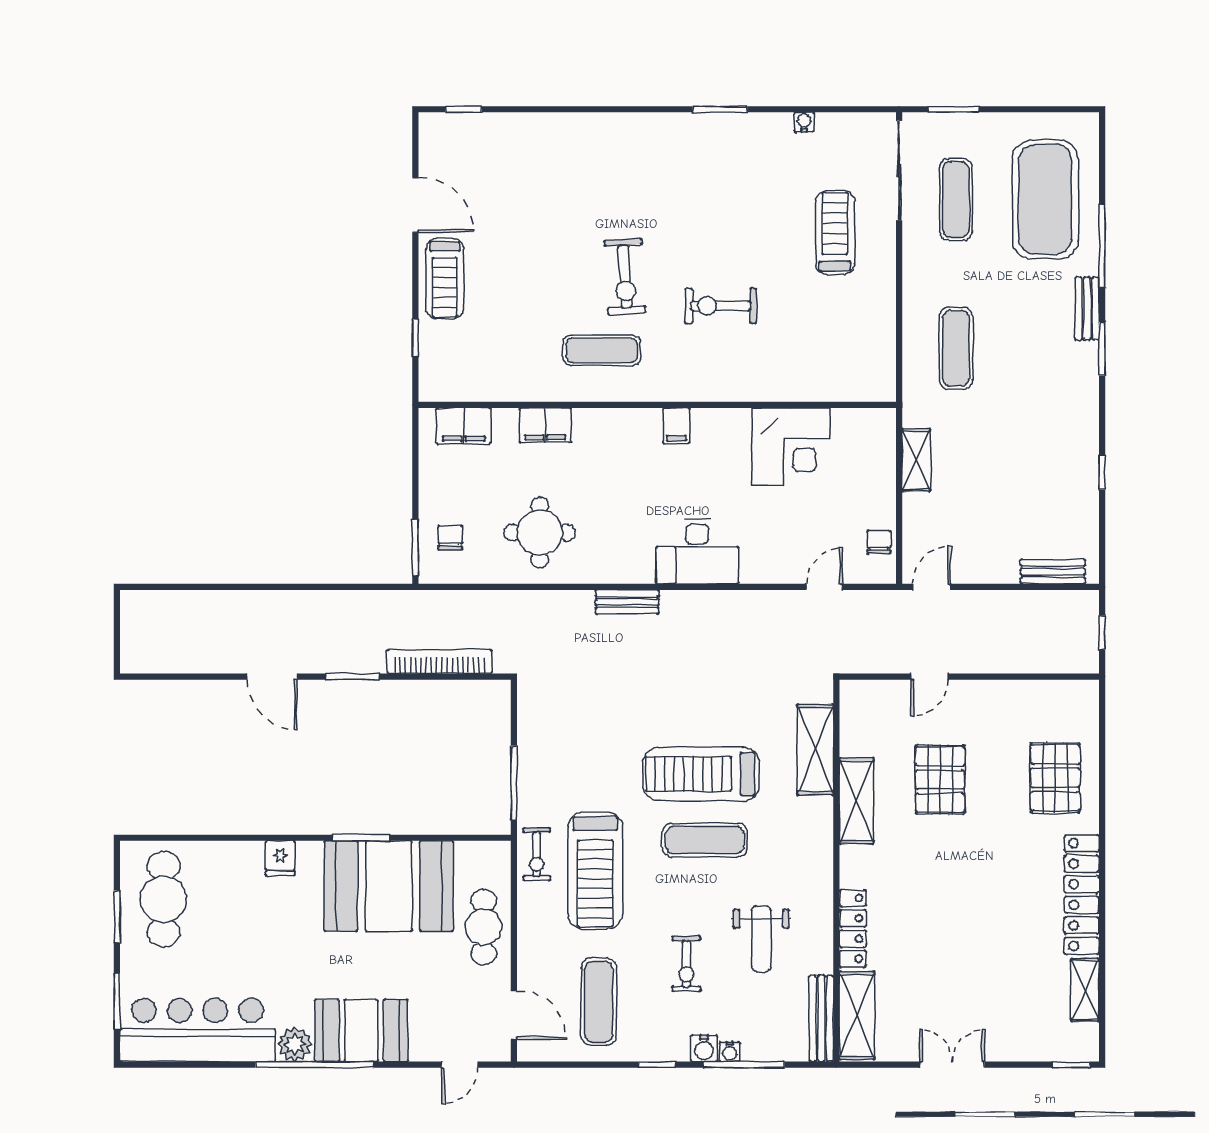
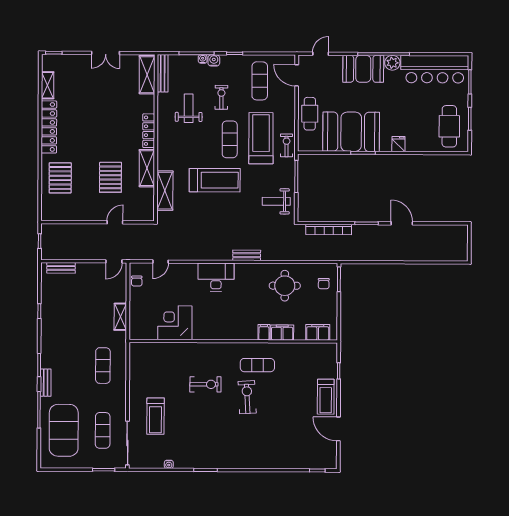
treadmill: (445, 279) -> (326, 397), turned 180
filing cabinet: (676, 426) -> (264, 332), moved
weight bench: (560, 726) -> (276, 201), added
exercise mat: (705, 840) -> (230, 139), moved, turned 90
locker: (853, 928) -> (149, 131), moved

